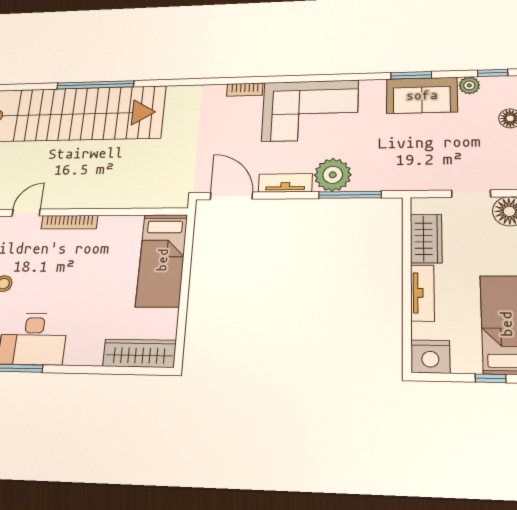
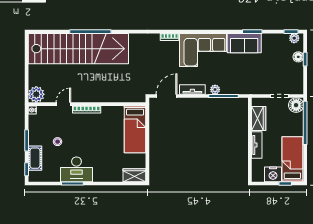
plant: (469, 85) -> (294, 38), moved
sofa: (422, 95) -> (244, 43), moved
plant: (333, 175) -> (215, 90), width x0.53, depth x0.53
door: (231, 196) -> (167, 96), hinge flipped
wardrobe: (139, 353) -> (134, 175), width x0.67
nightstand: (430, 357) -> (273, 174), moved

